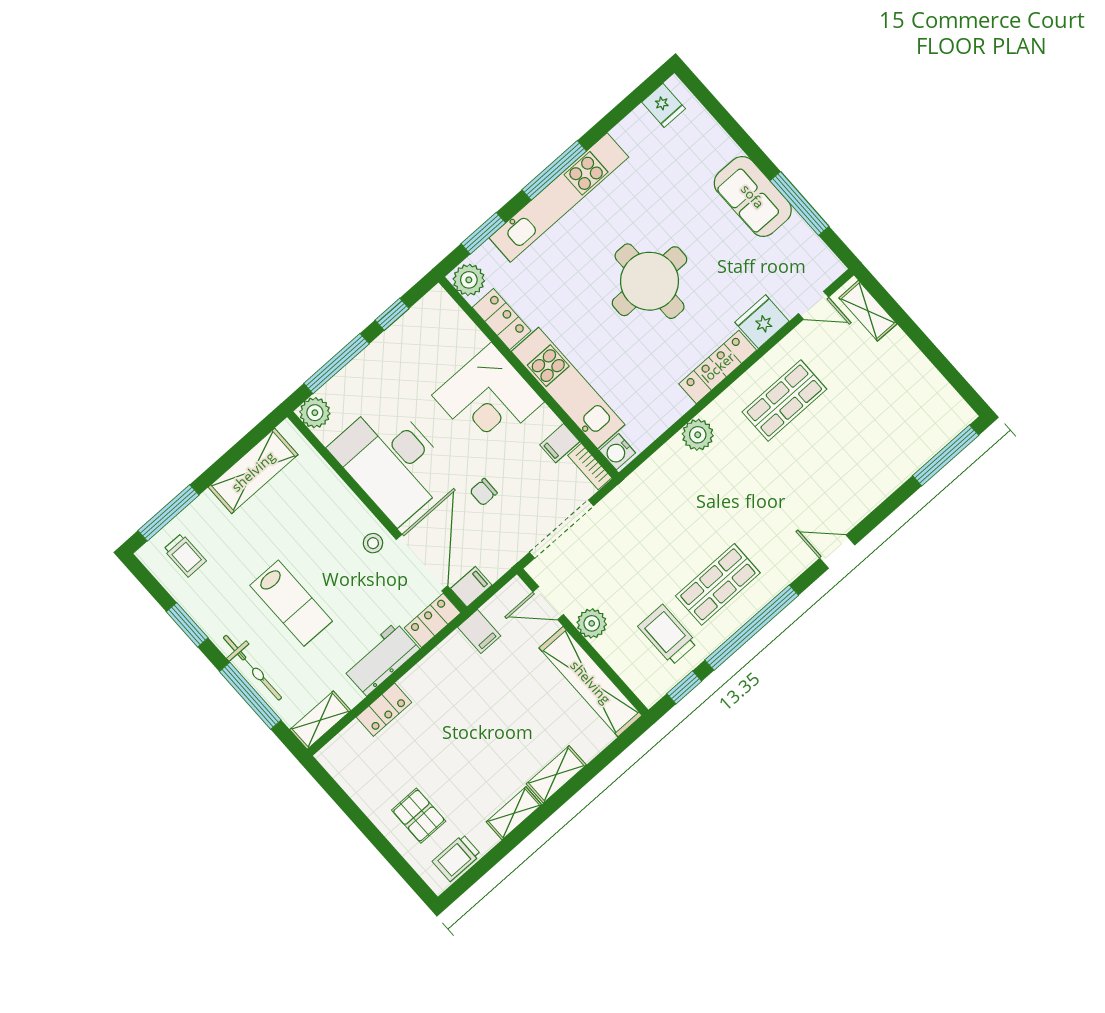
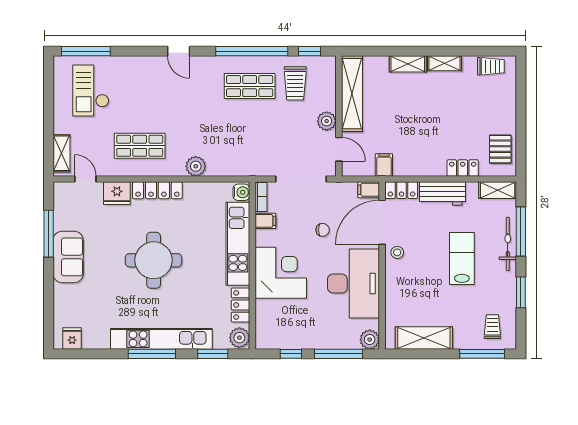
checkout: (899, 414) -> (91, 90), added
pallet: (419, 816) -> (500, 149), moved

